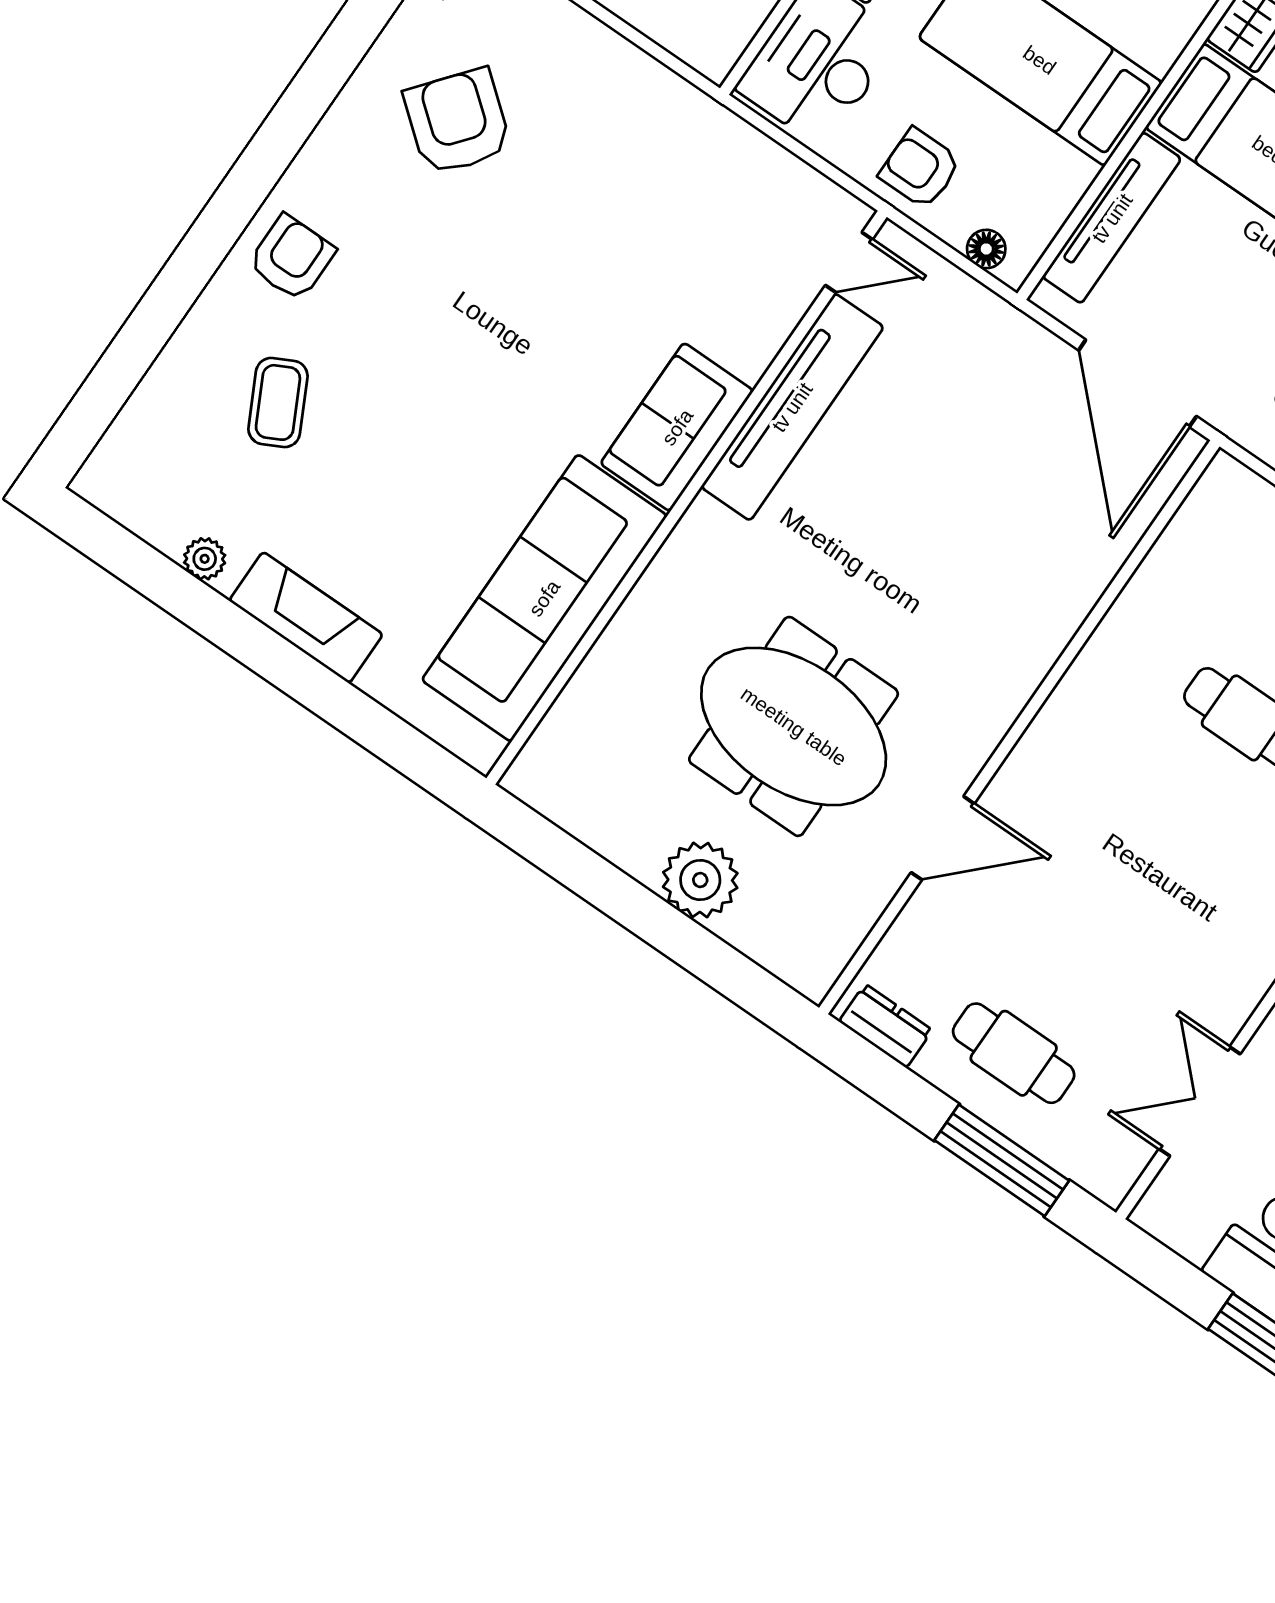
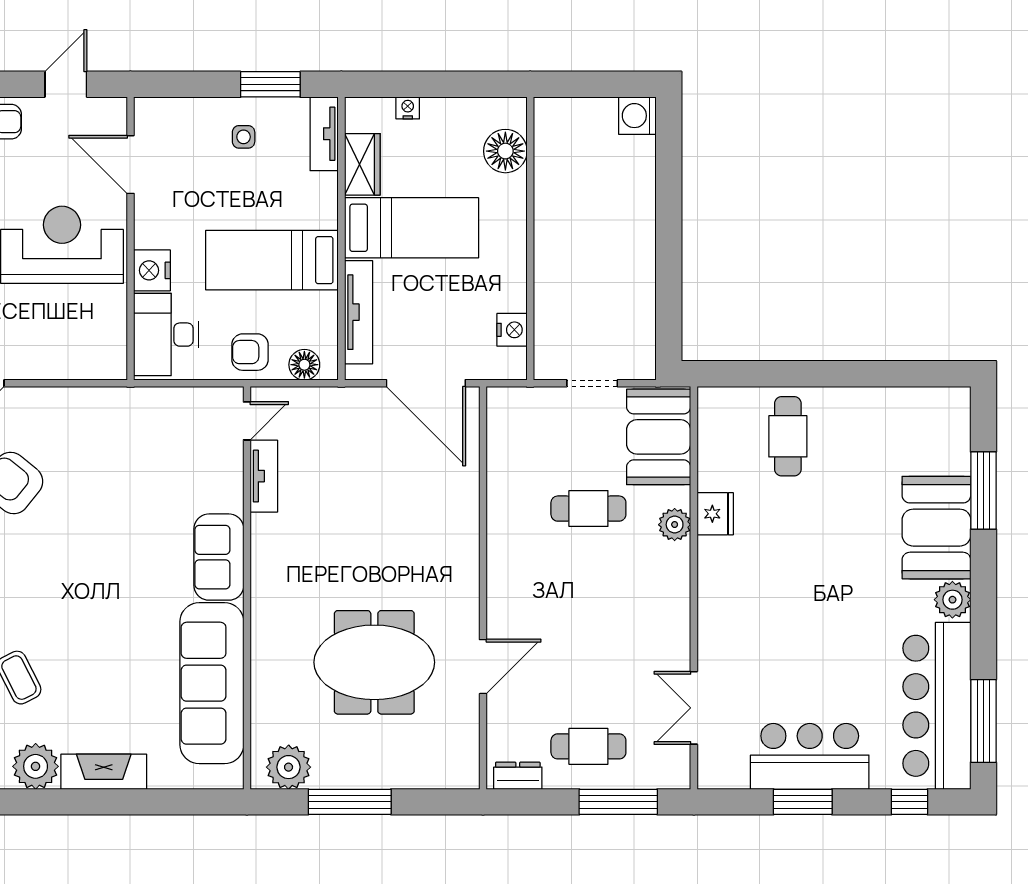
floor lamp: (986, 249) -> (304, 365), width x1.37, depth x1.37
tv unit: (792, 407) -> (264, 476), width x0.52, depth x0.78
plant: (205, 559) -> (36, 766), width x1.88, depth x1.88
plant: (700, 880) -> (289, 767), moved
window: (623, 899) -> (350, 802), added

